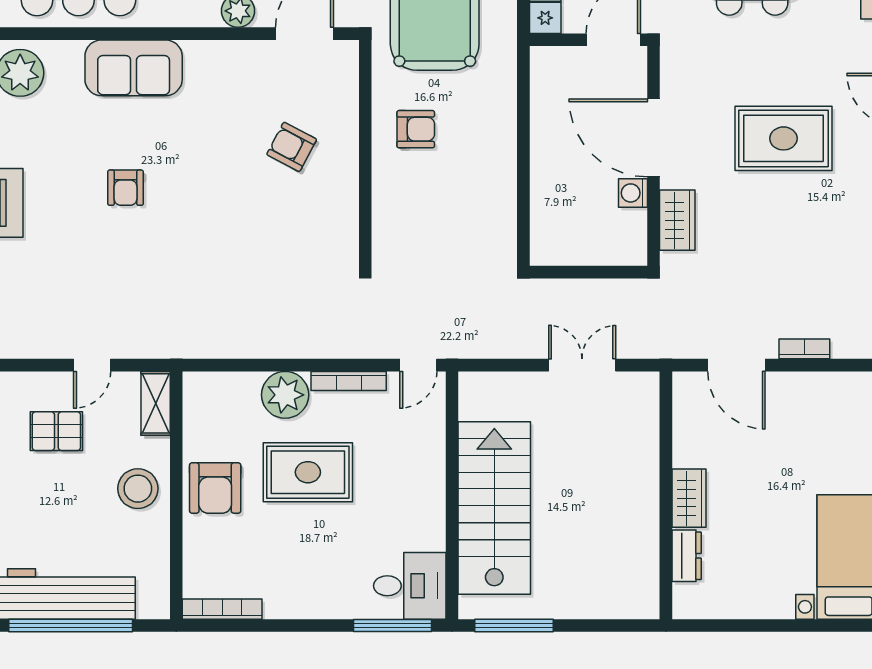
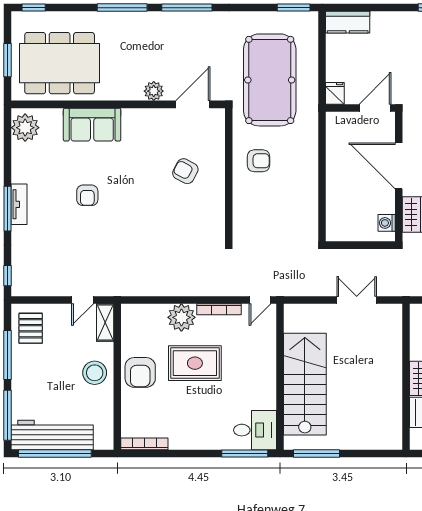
washing machine: (633, 193) -> (387, 223), moved
door: (92, 365) -> (83, 300), moved
pallet: (56, 431) -> (31, 328), moved, turned 90

